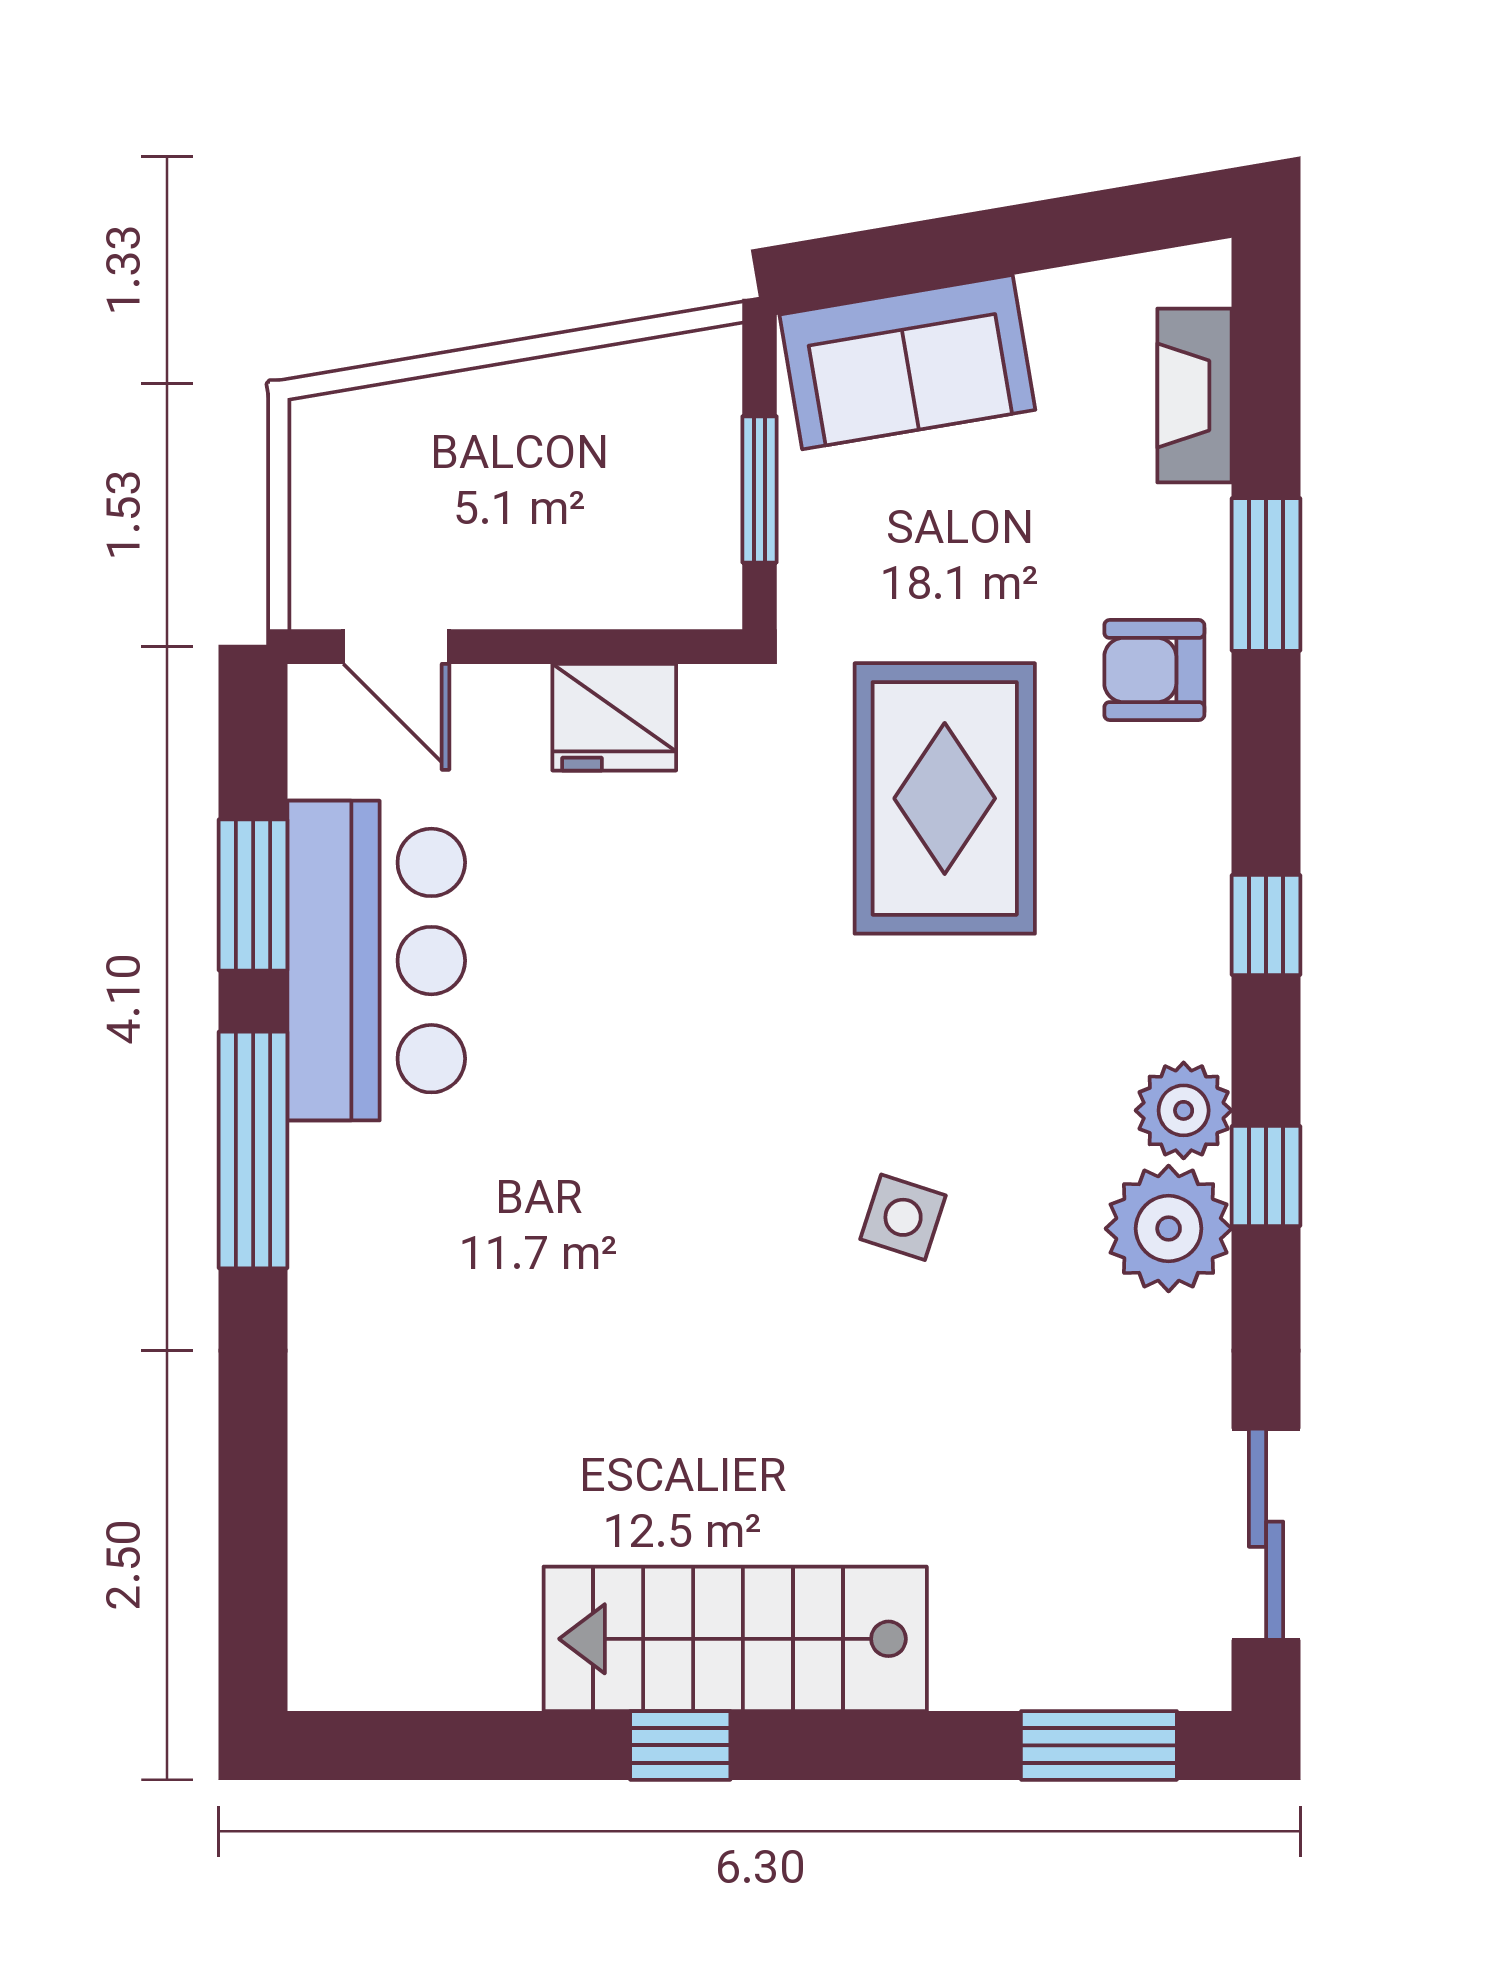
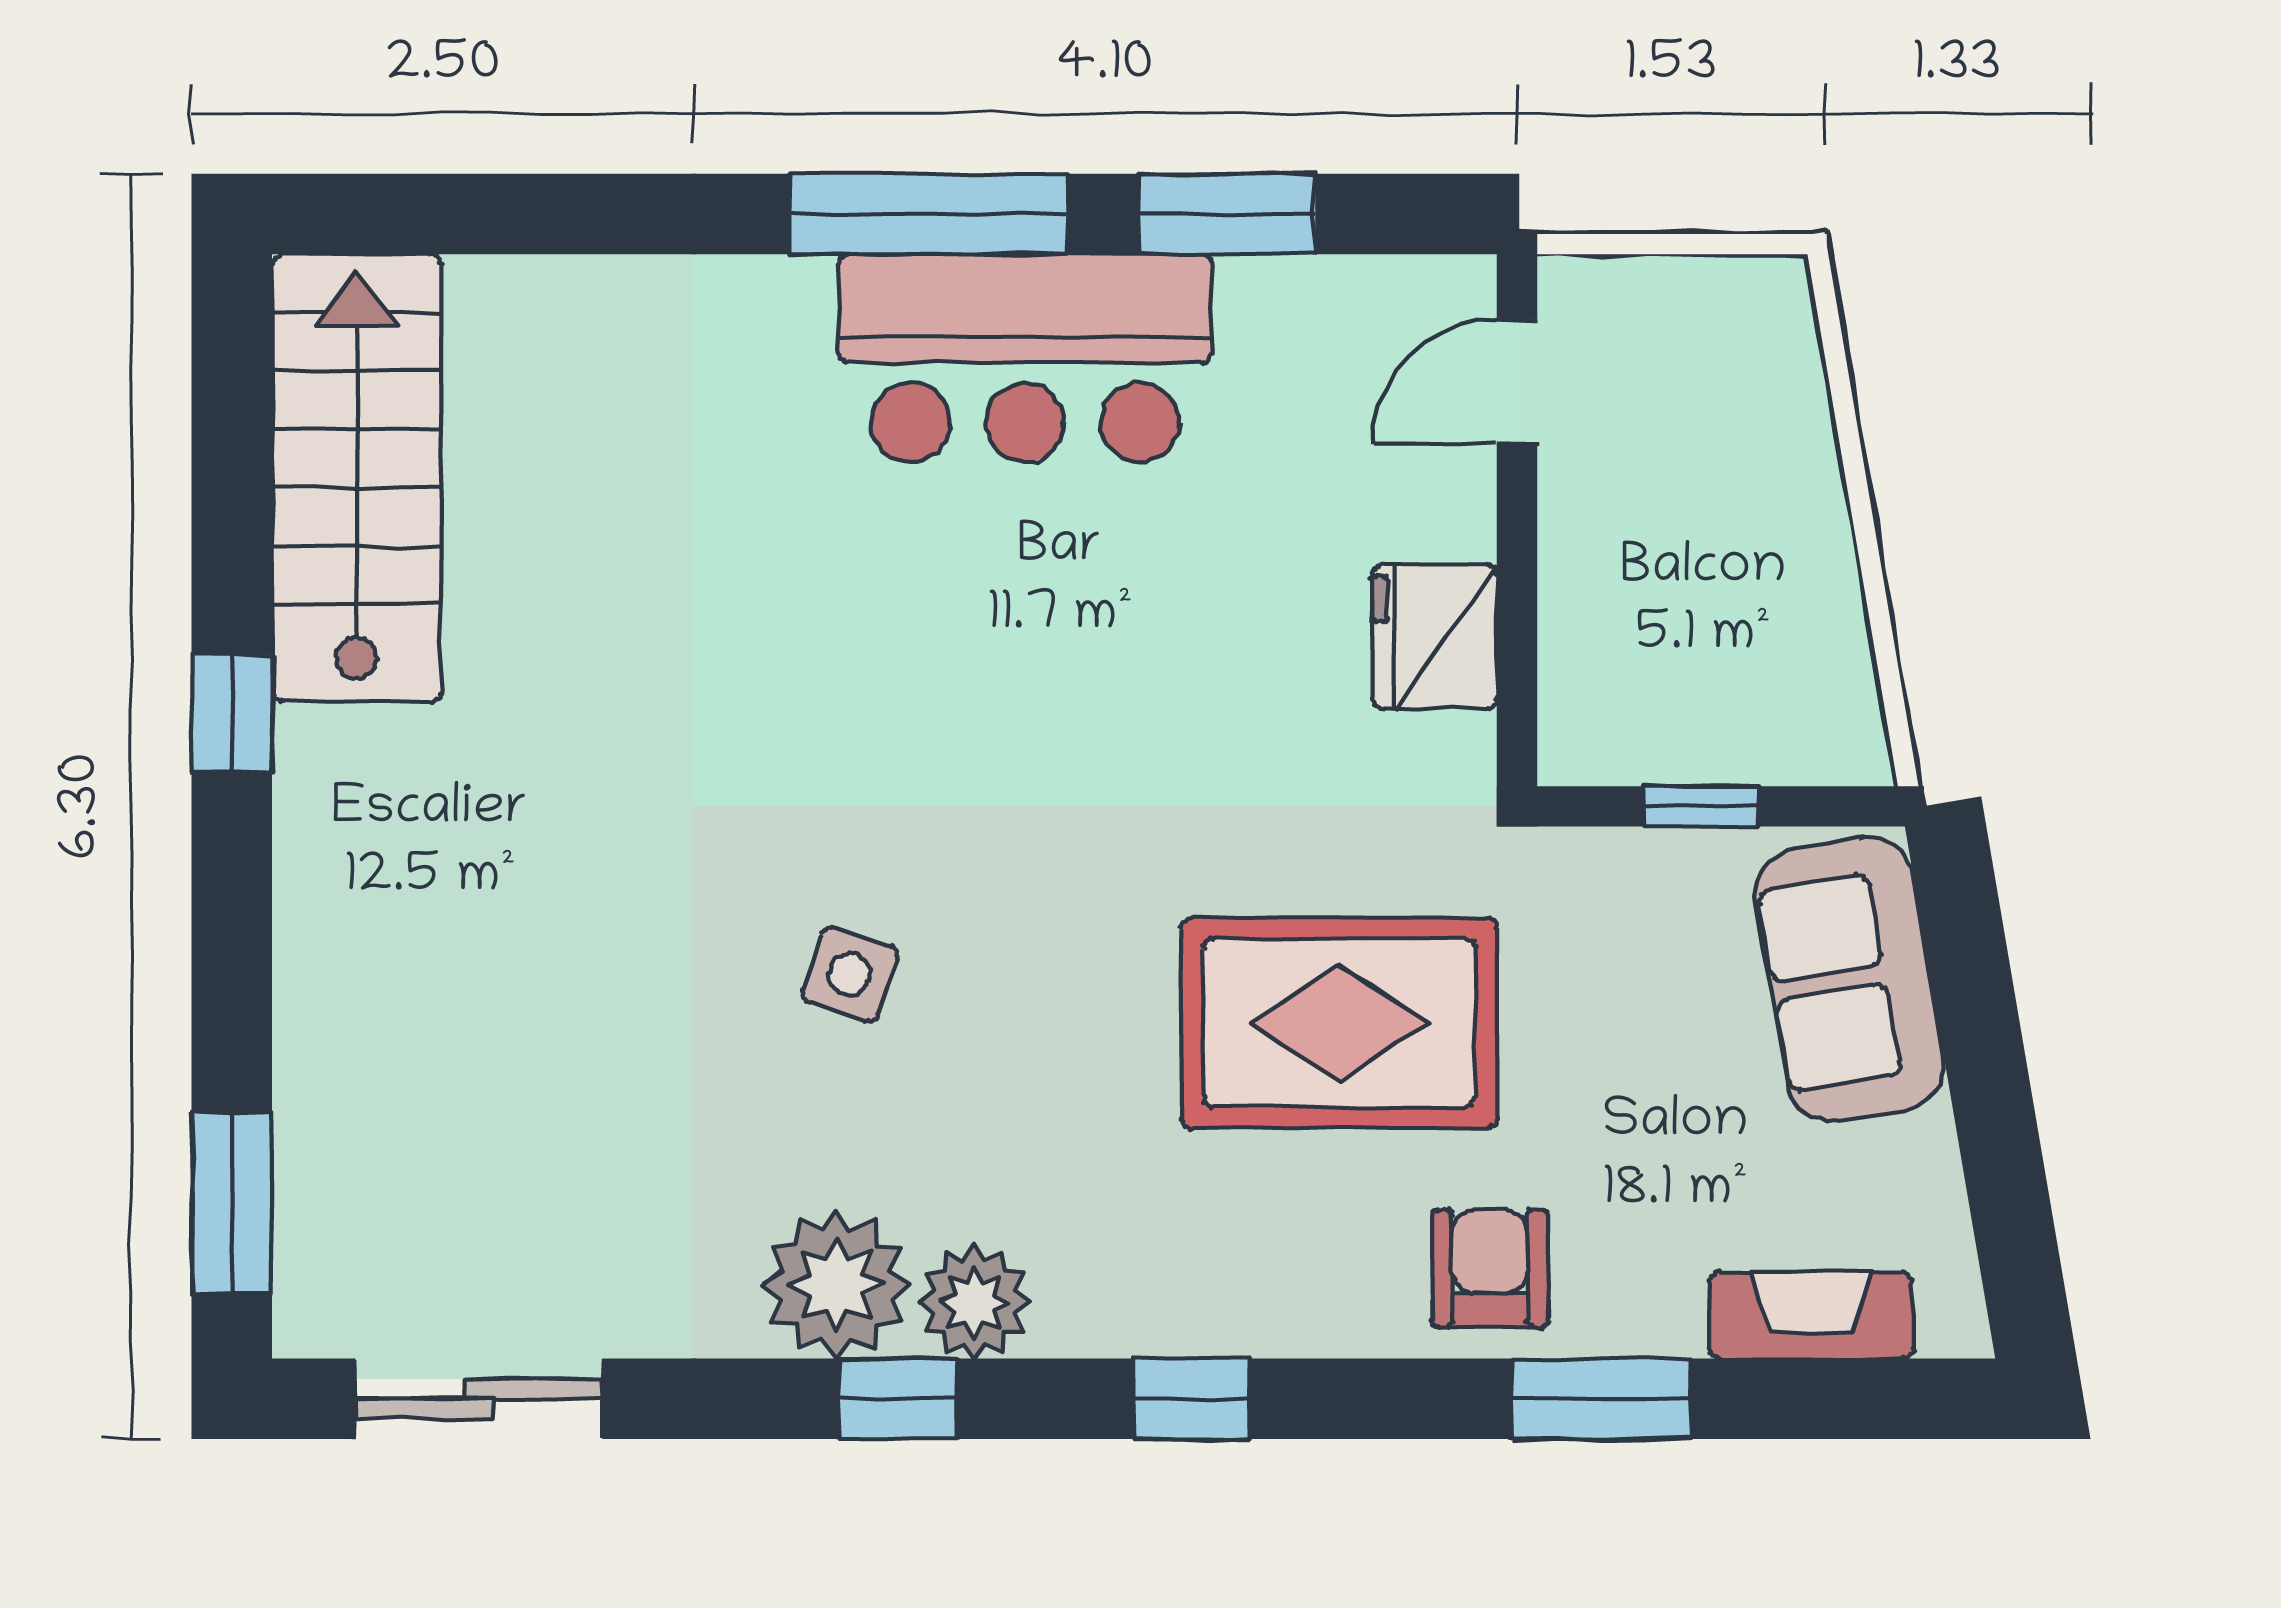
window: (760, 489) -> (1701, 806), width x0.67
bar counter: (376, 961) -> (1025, 358), moved
stairs: (735, 1639) -> (357, 478), moved

